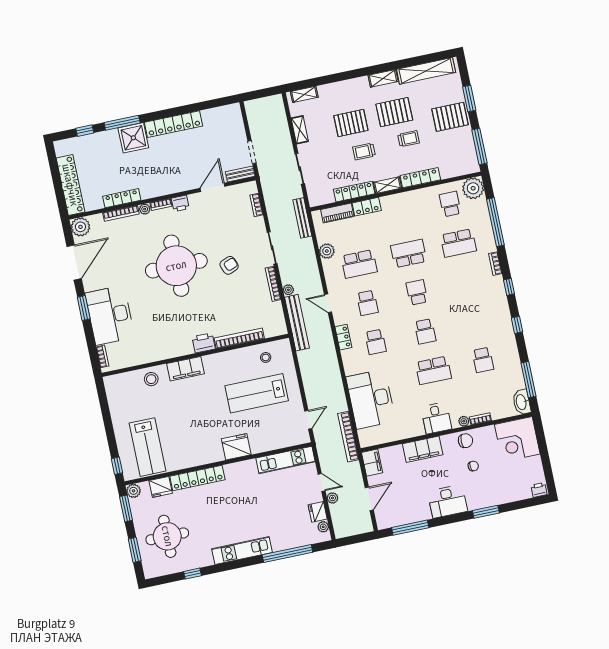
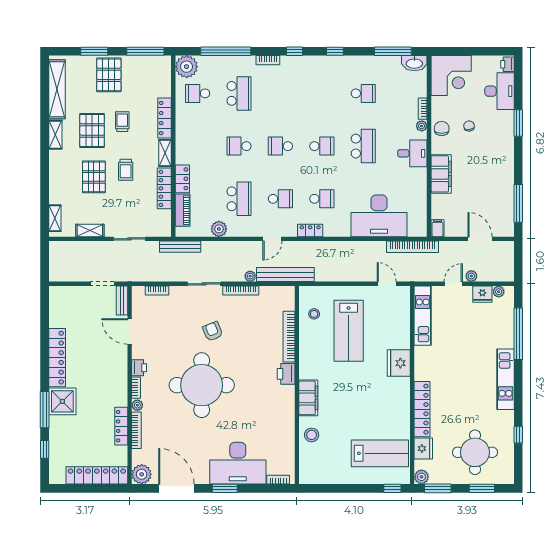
school desk: (409, 253) -> (239, 146), width x0.54
filing cabinet: (372, 463) -> (438, 228), width x0.50
desk: (448, 501) -> (500, 91), moved

